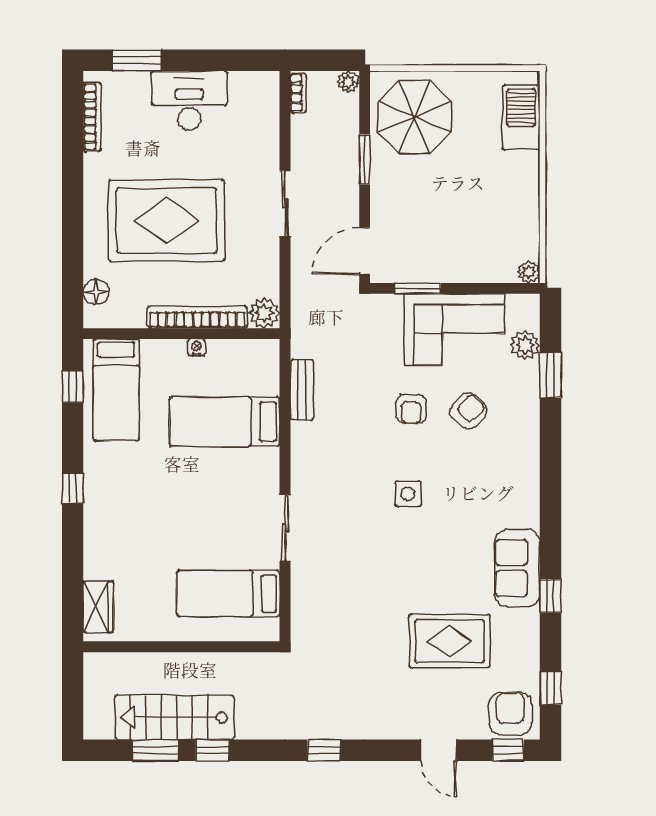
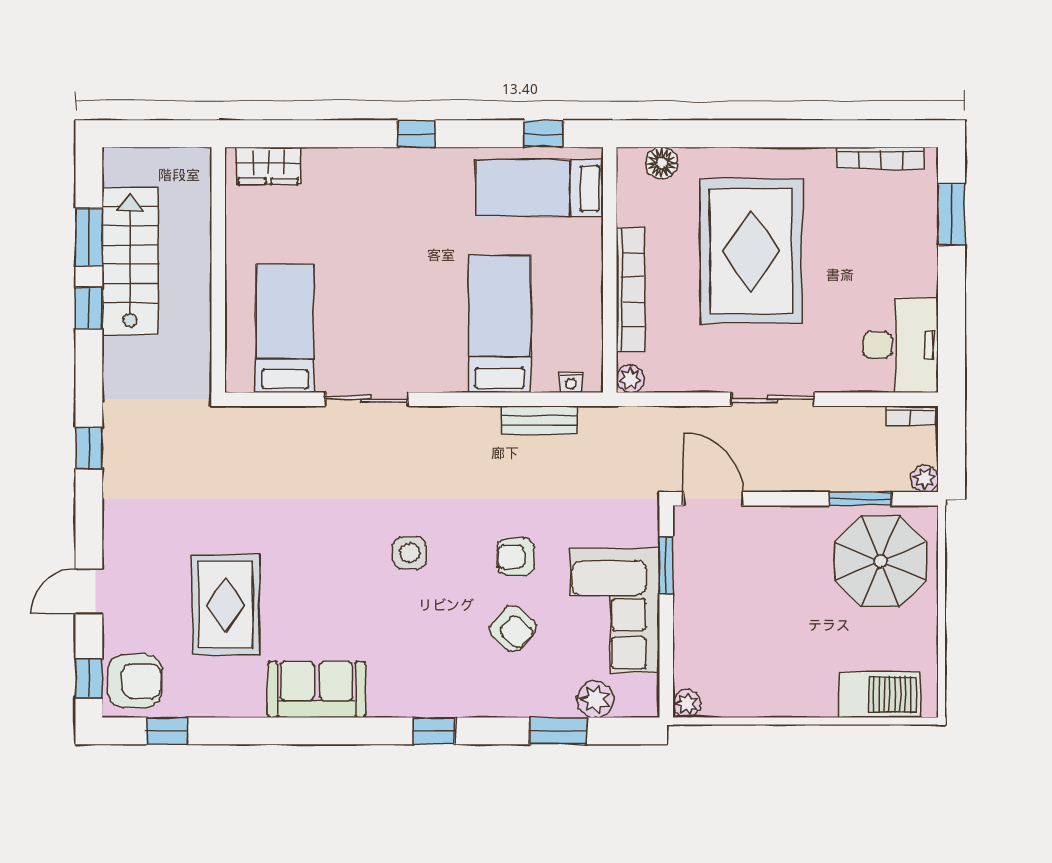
desk: (189, 101) -> (901, 345), moved
window: (365, 160) -> (860, 499), moved
plant: (264, 313) -> (630, 379), width x0.73, depth x0.73
nightstand: (196, 347) -> (571, 382), moved, turned 90
window: (550, 596) -> (434, 731), moved

